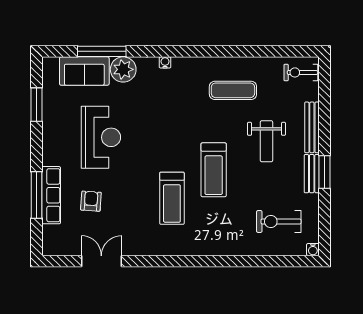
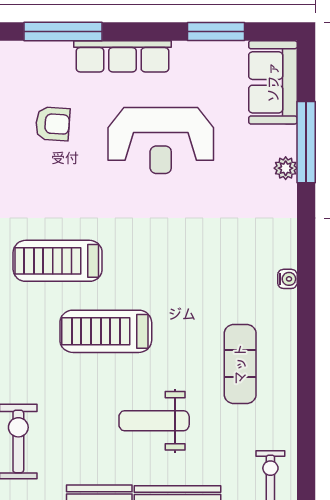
water cooler: (165, 62) -> (287, 279), moved
plant: (123, 69) -> (286, 168), width x0.53, depth x0.53
sofa: (84, 71) -> (273, 82), moved
row of seats: (51, 195) -> (122, 56), moved

